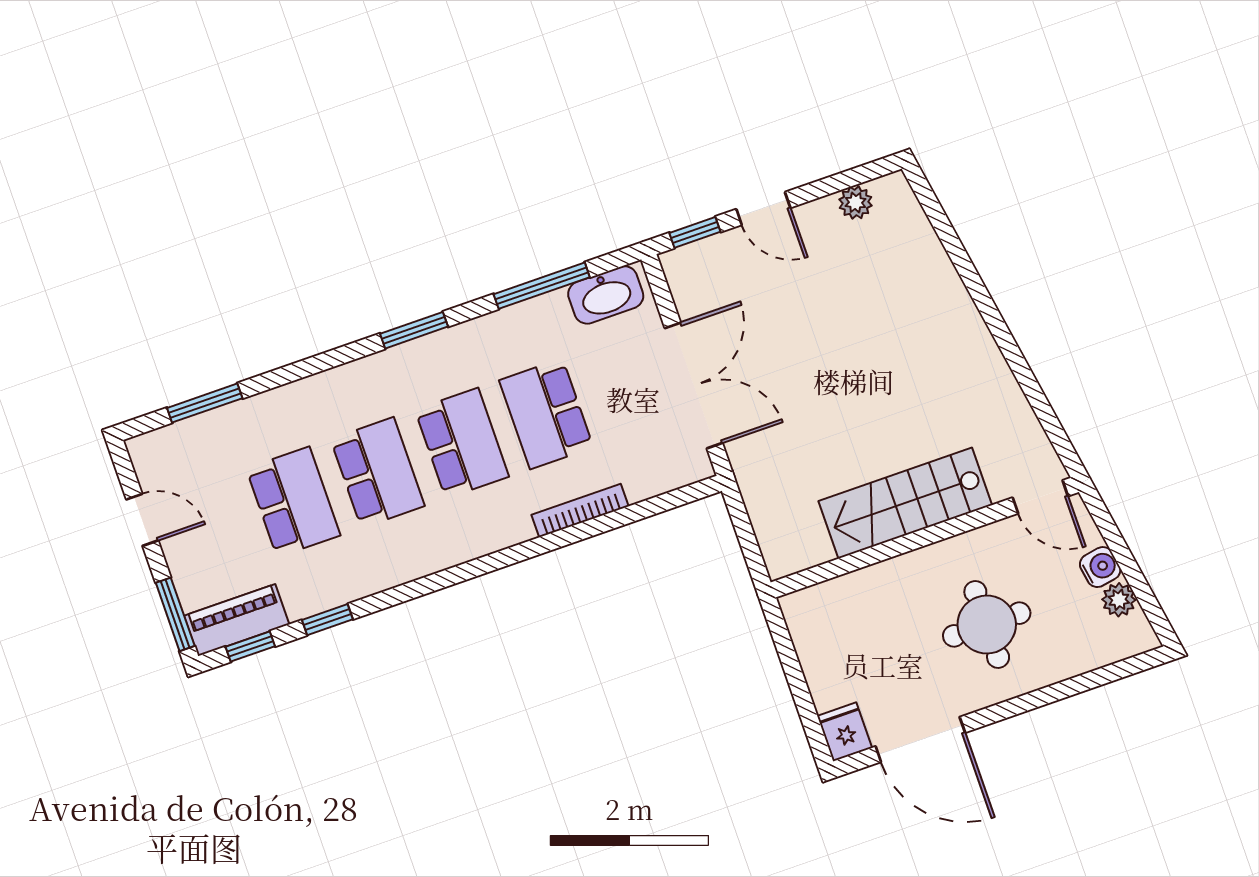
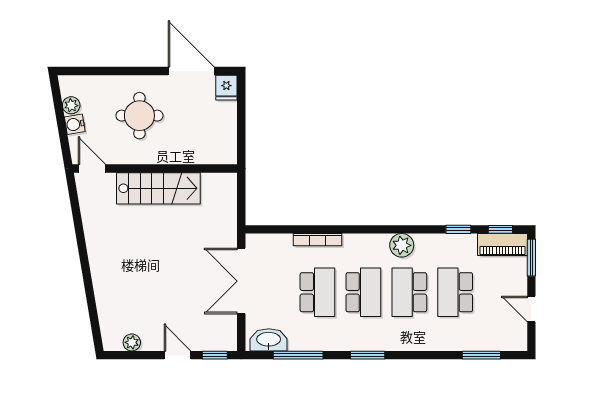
school desk: (462, 443) -> (363, 292), turned 180
plant: (422, 554) -> (402, 245), added

